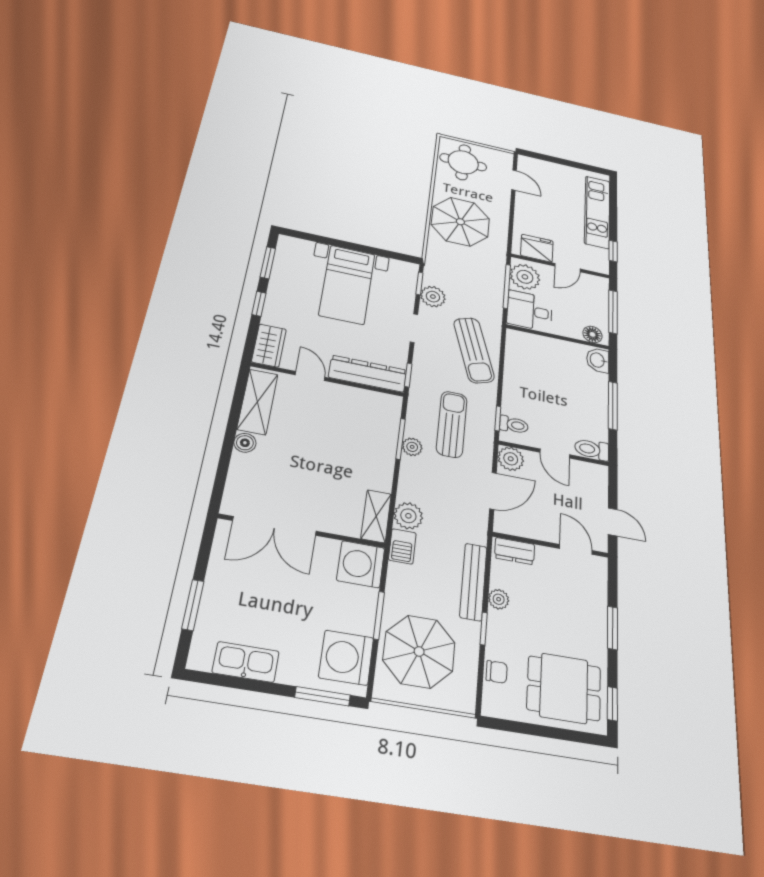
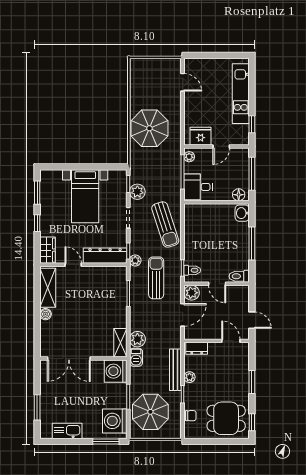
round table: (463, 162) -> (147, 77), removed
plant: (525, 277) -> (189, 157), width x0.53, depth x0.53
plant: (412, 447) -> (135, 260), moved

